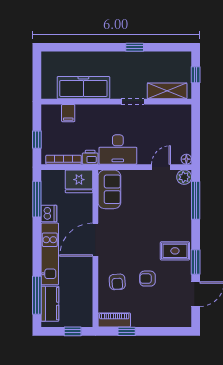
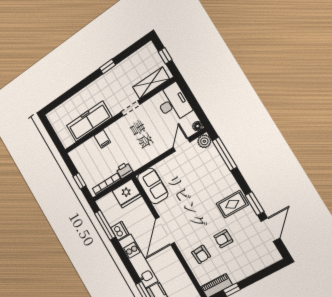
filing cabinet: (68, 113) -> (102, 139), moved
desk: (118, 149) -> (173, 103), moved, turned -90

